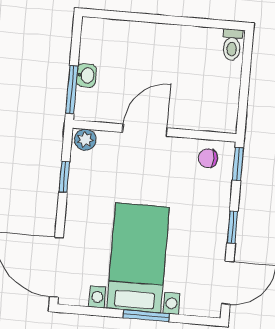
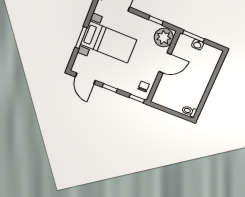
door: (145, 130) -> (165, 63), hinge flipped
plant: (85, 140) -> (164, 38), width x1.88, depth x1.88

